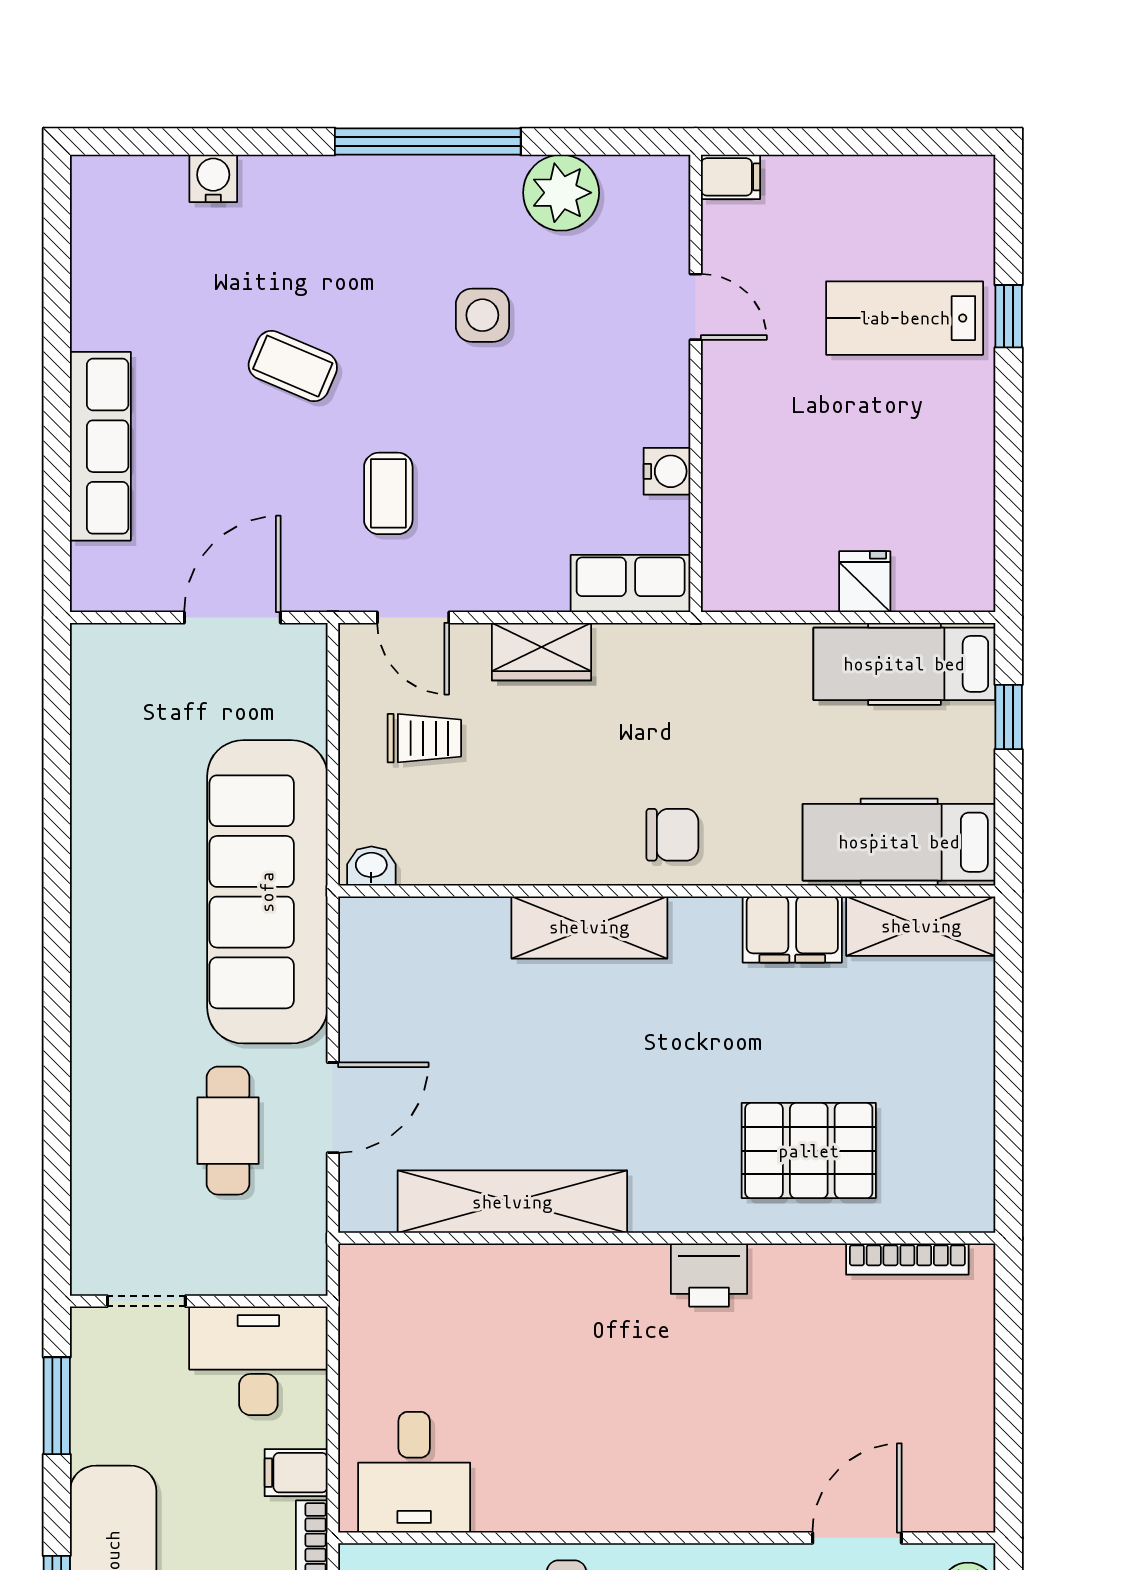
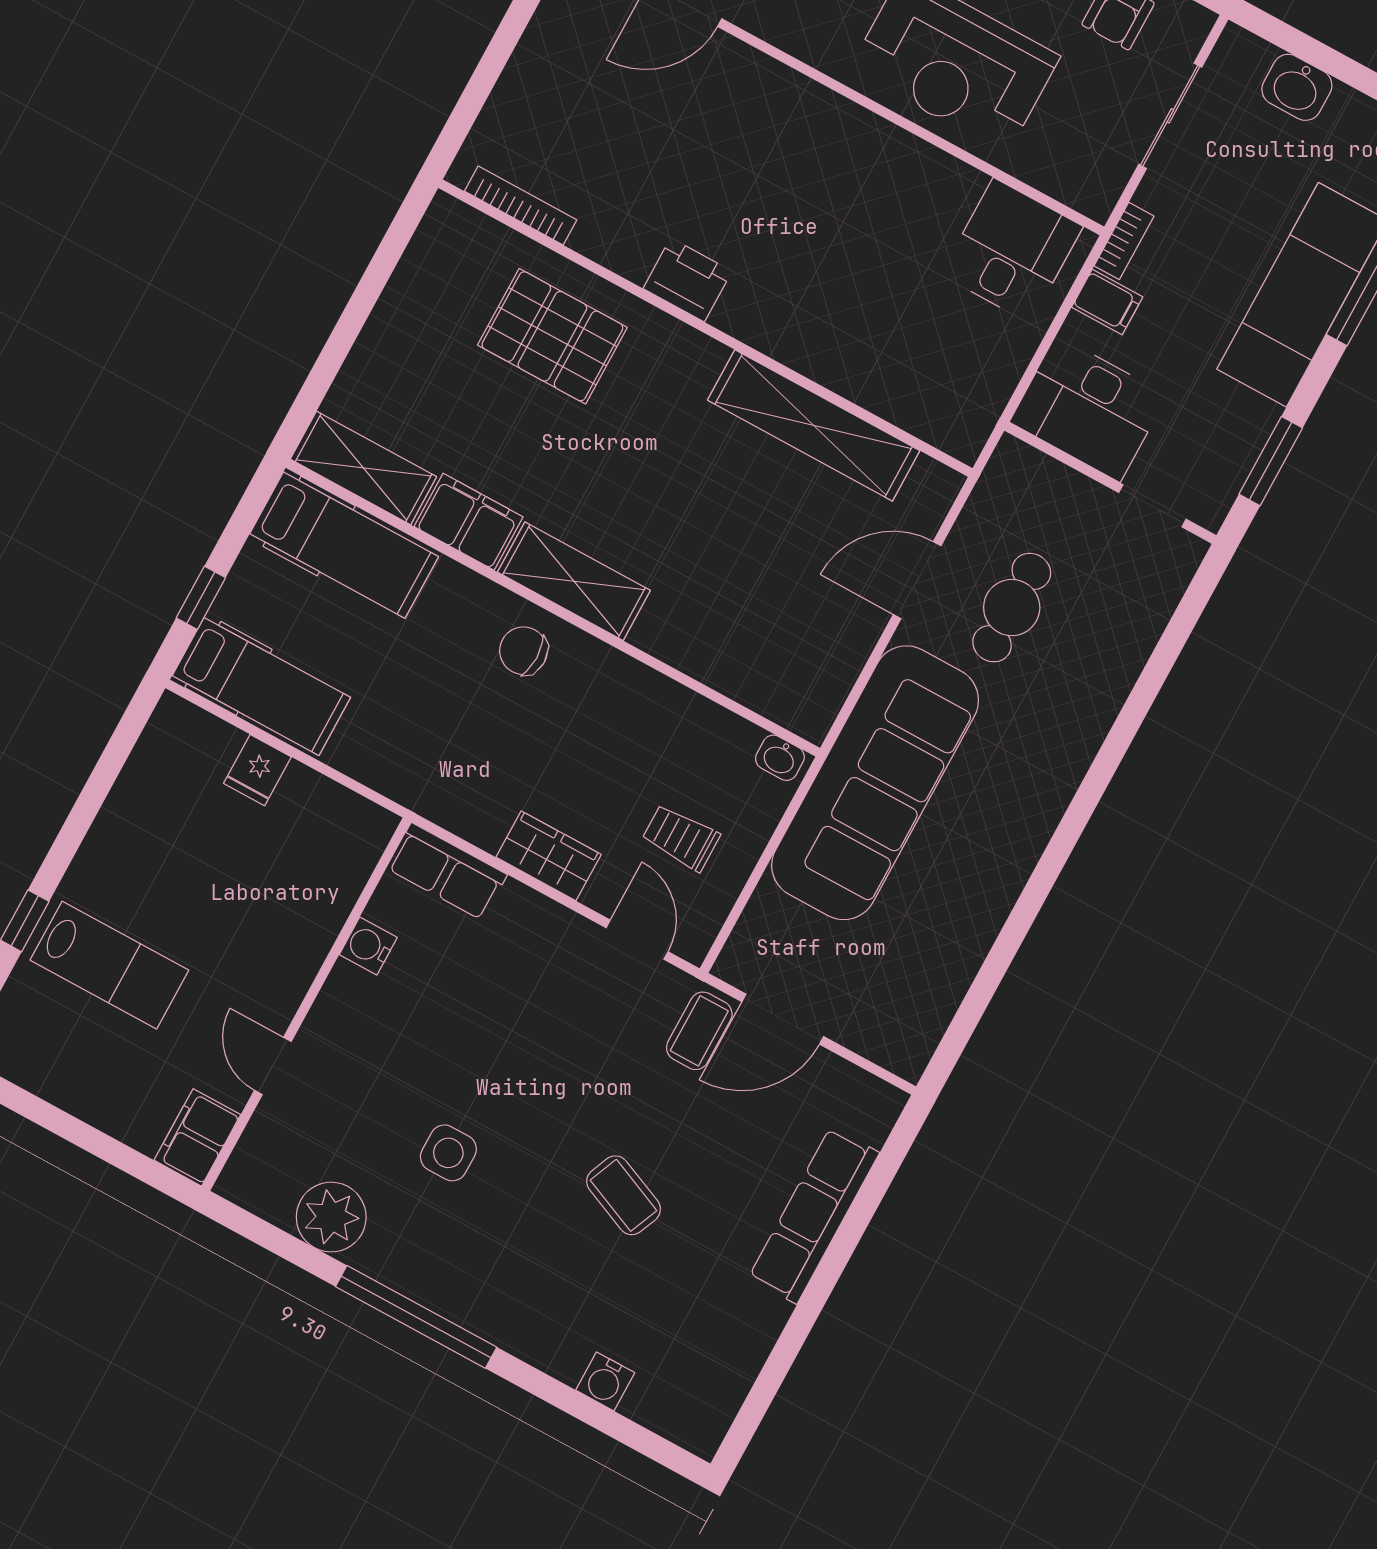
filing cabinet: (731, 177) -> (197, 1137), width x2.00
coffee table: (388, 493) -> (699, 1031), moved
shelving: (589, 927) -> (574, 581), moved

